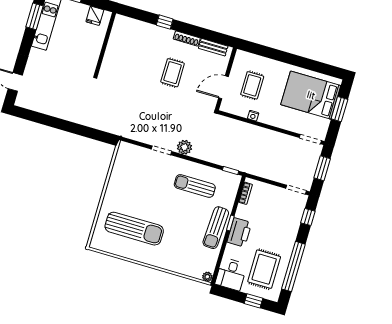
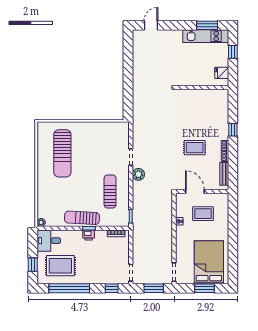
printer: (239, 232) -> (89, 235), width x0.53, depth x0.68

